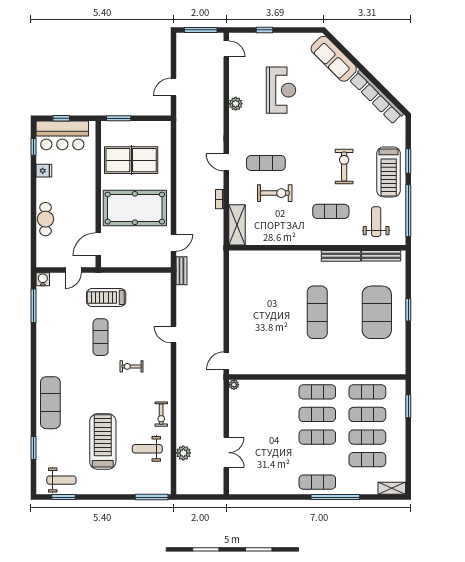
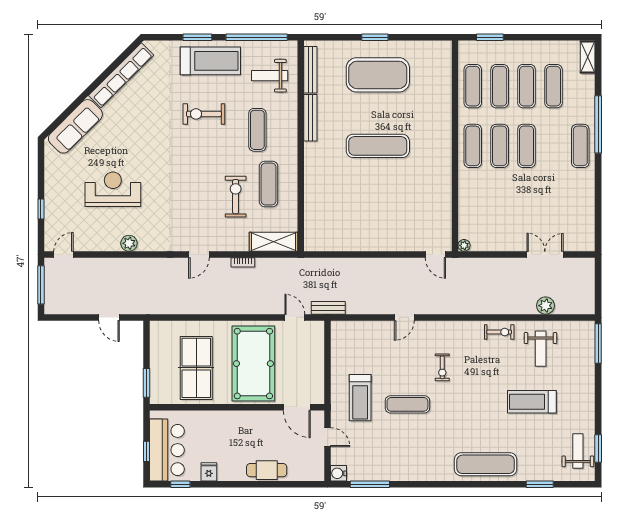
exercise mat: (266, 163) -> (269, 184), moved
treadmill: (103, 441) -> (532, 402), width x0.73, depth x0.73

